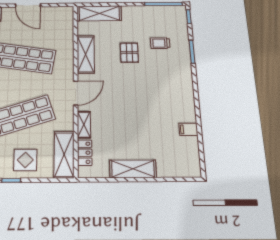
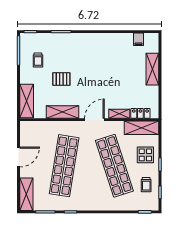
trolley: (160, 43) -> (38, 60), moved
door: (76, 93) -> (94, 120), hinge flipped
filing cabinet: (188, 129) -> (138, 39), moved
shelving: (133, 169) -> (152, 69), moved

